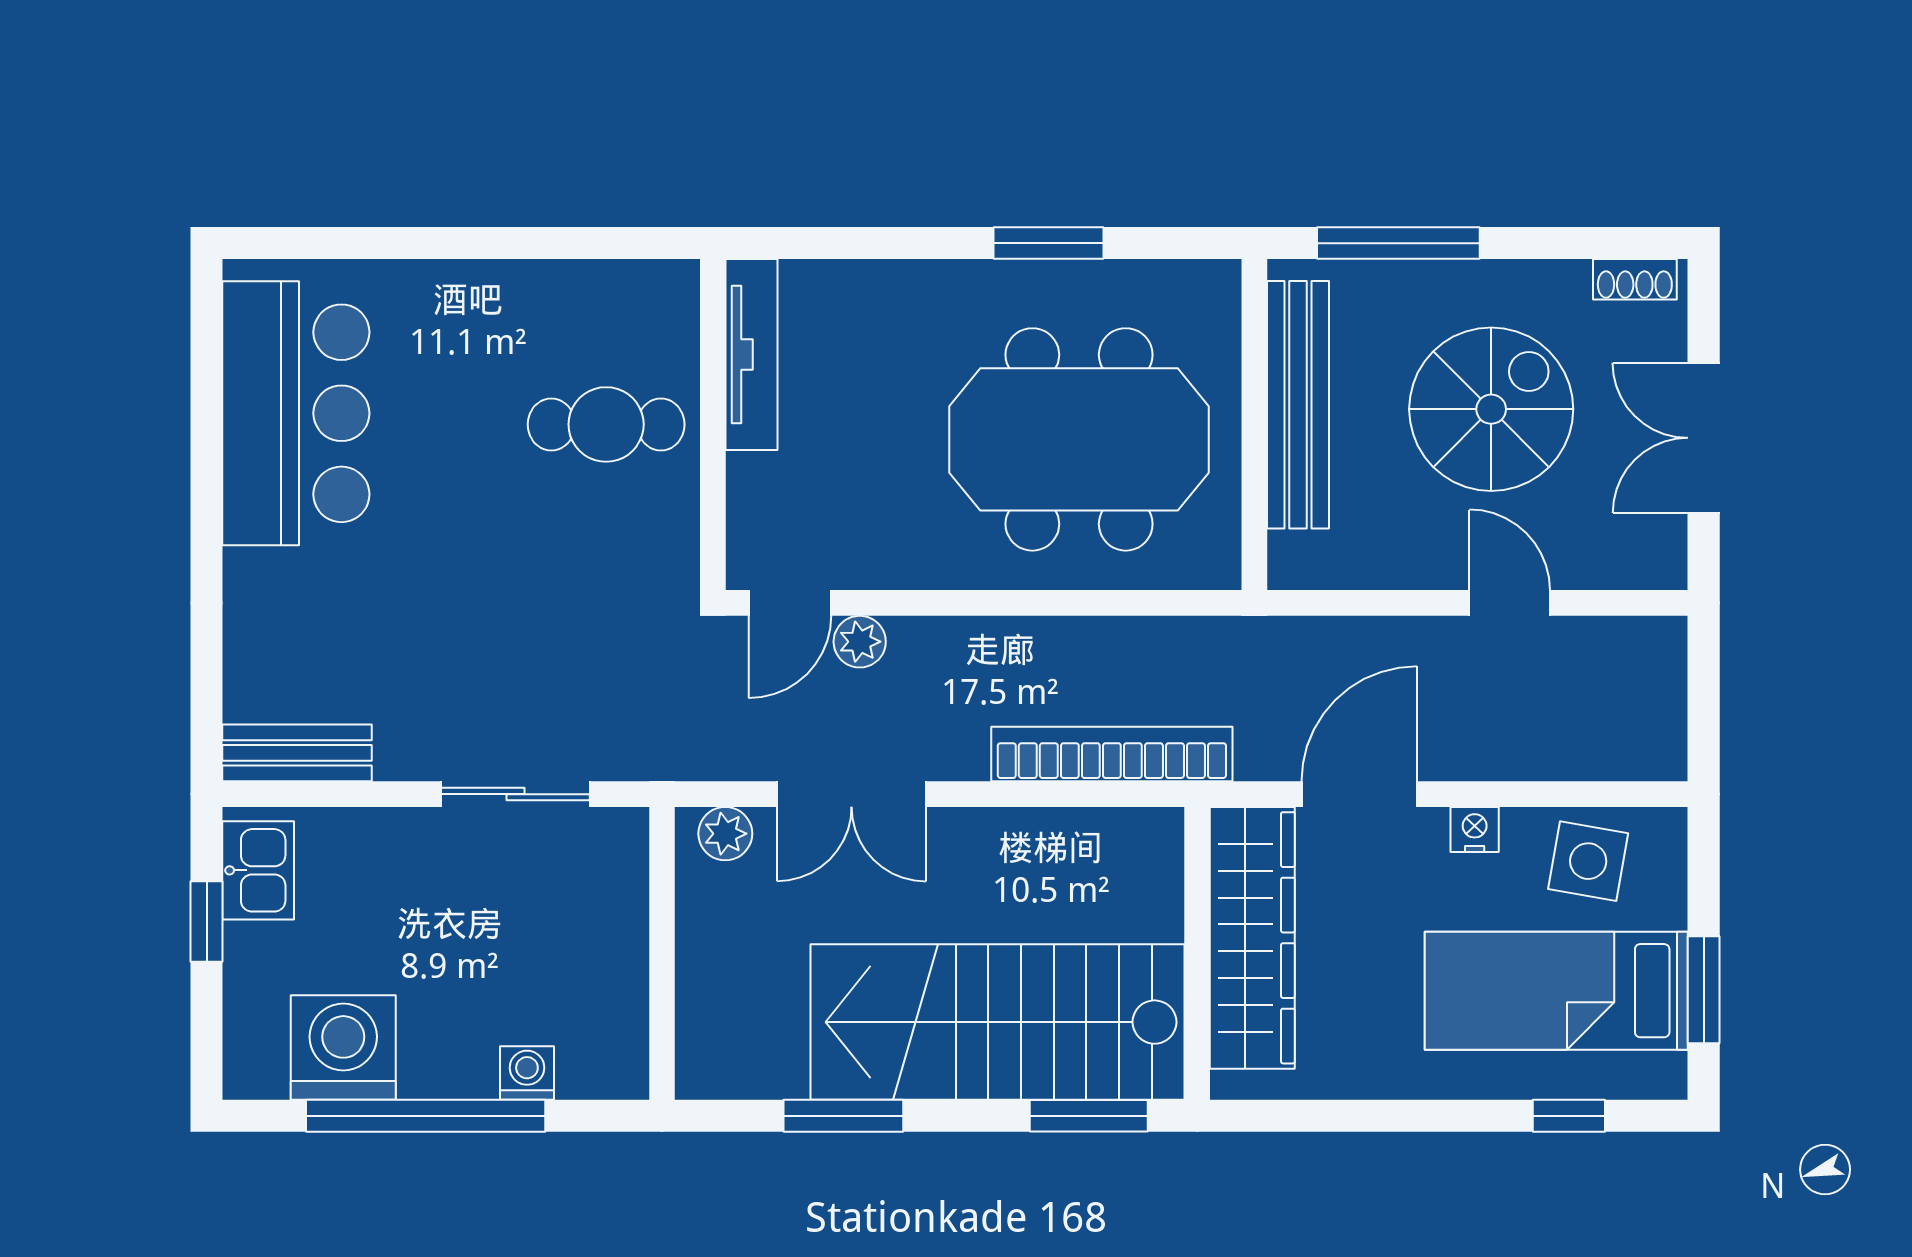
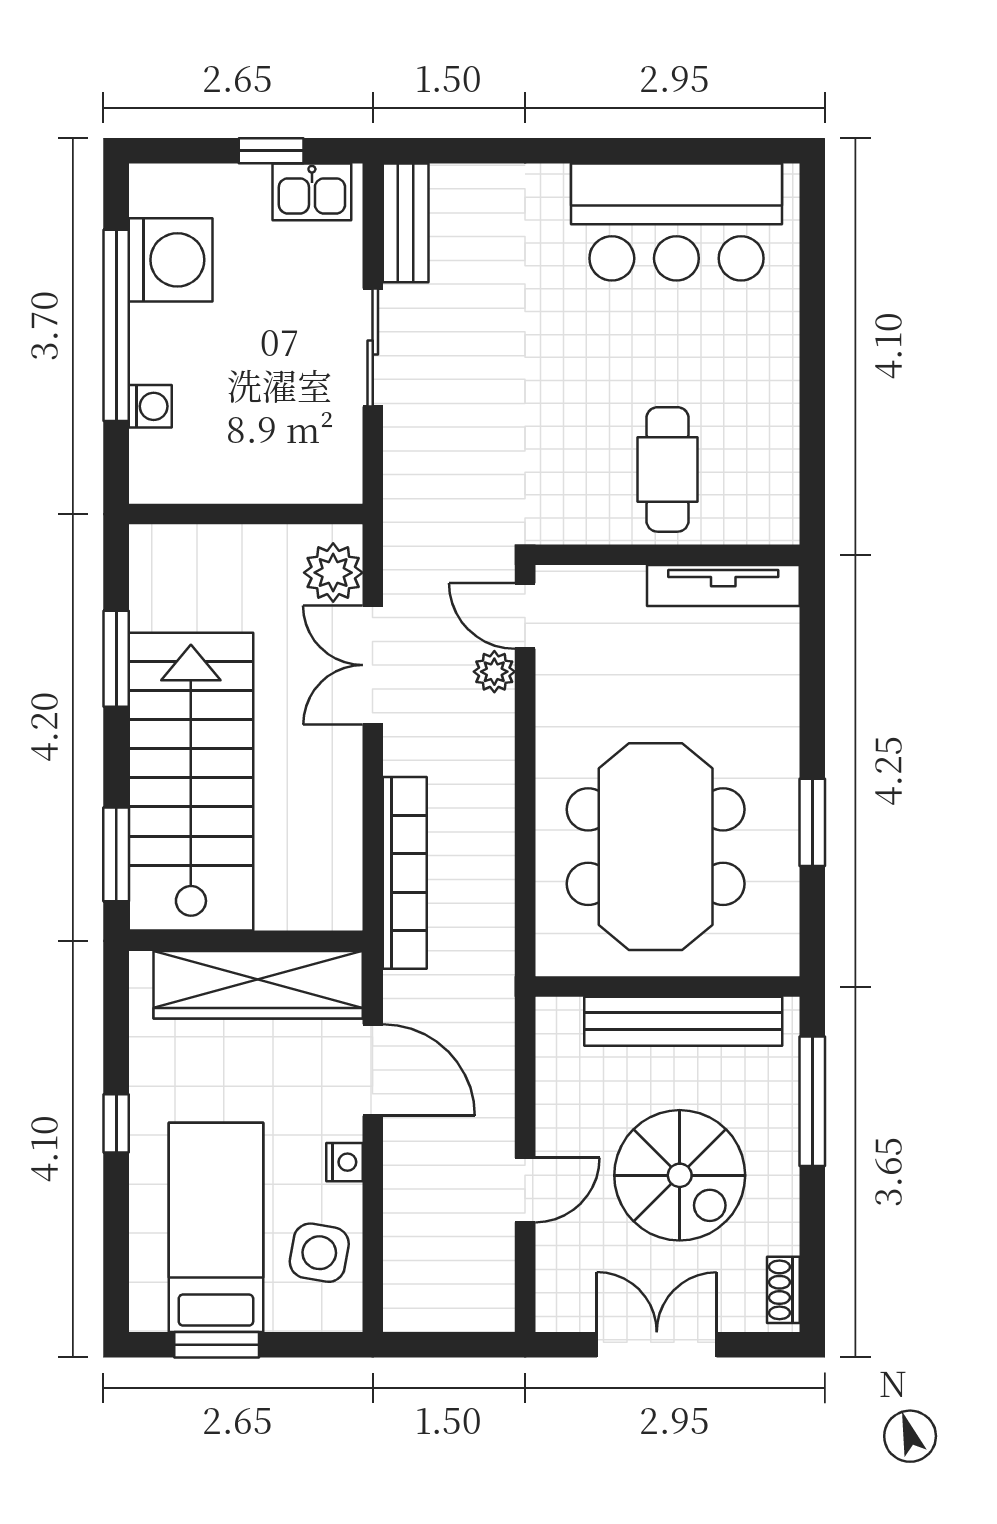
sliding door: (515, 794) -> (373, 348), moved
plant: (725, 834) -> (333, 573), width x1.38, depth x1.38
window: (1569, 1116) -> (116, 1123), moved

